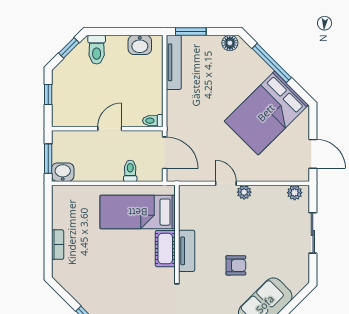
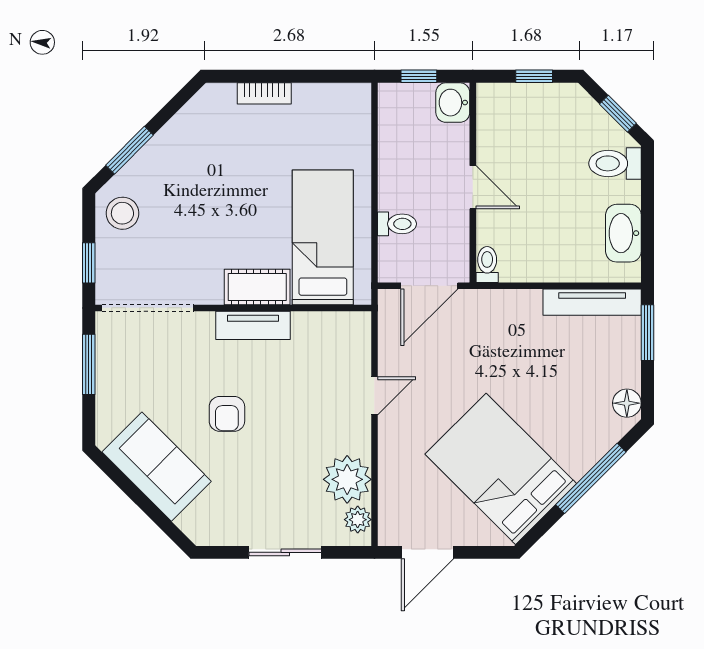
washbasin: (140, 45) -> (623, 233), width x1.38
window: (48, 159) -> (419, 76), width x0.67
washbasin: (63, 172) -> (453, 103), moved, turned 180
plant: (244, 192) -> (347, 479), moved, width x1.88, depth x1.88

